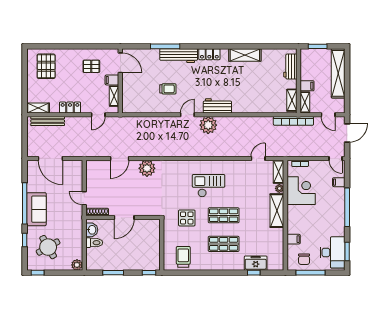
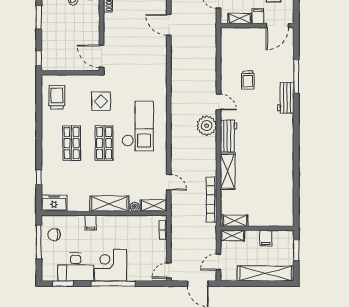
locker: (209, 54) -> (287, 127), removed
shelving: (245, 55) -> (228, 171), moved
workbench: (179, 56) -> (286, 98), width x0.73
workbench: (290, 66) -> (273, 219), removed
filing cabinet: (307, 86) -> (266, 238), moved
bookcase: (293, 121) -> (211, 200), moved
plant: (147, 168) -> (157, 56), removed
filing cabinet: (339, 182) -> (142, 274), removed
checkout: (209, 186) -> (138, 126), width x1.36, depth x1.21
corner desk: (301, 191) -> (111, 265), moved, turned 180
door: (124, 217) -> (102, 56), moved
filing cabinet: (294, 239) -> (91, 223), moved
desk: (333, 252) -> (76, 267), moved
trolley: (183, 257) -> (57, 97), turned -90
freezer: (256, 263) -> (54, 203), moved, turned -90

